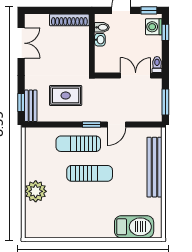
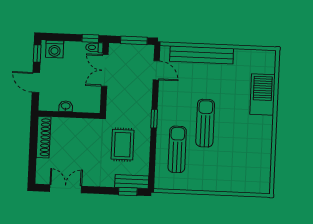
bidet: (102, 27) -> (53, 104), removed
window: (165, 32) -> (90, 38), moved
door: (117, 125) -> (156, 70), moved
sun lounger: (78, 144) -> (177, 149), moved, turned 180
plant: (36, 191) -> (221, 180), removed
barbecue: (134, 227) -> (262, 94), moved

